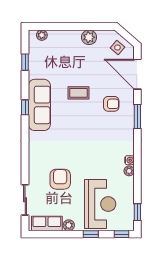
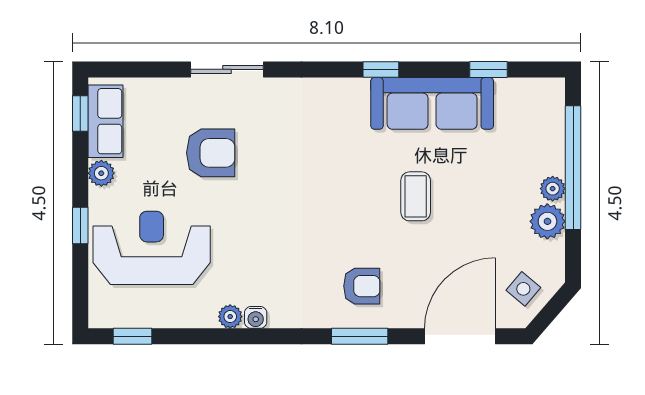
window: (66, 27) -> (573, 168), added
plant: (42, 35) -> (553, 189), moved
armchair: (111, 104) -> (362, 286), moved, turned -90
sofa: (39, 105) -> (432, 103), moved
sliding door: (25, 200) -> (227, 69), moved
reception desk: (100, 204) -> (152, 248), turned 180
window: (121, 234) -> (80, 113), moved

